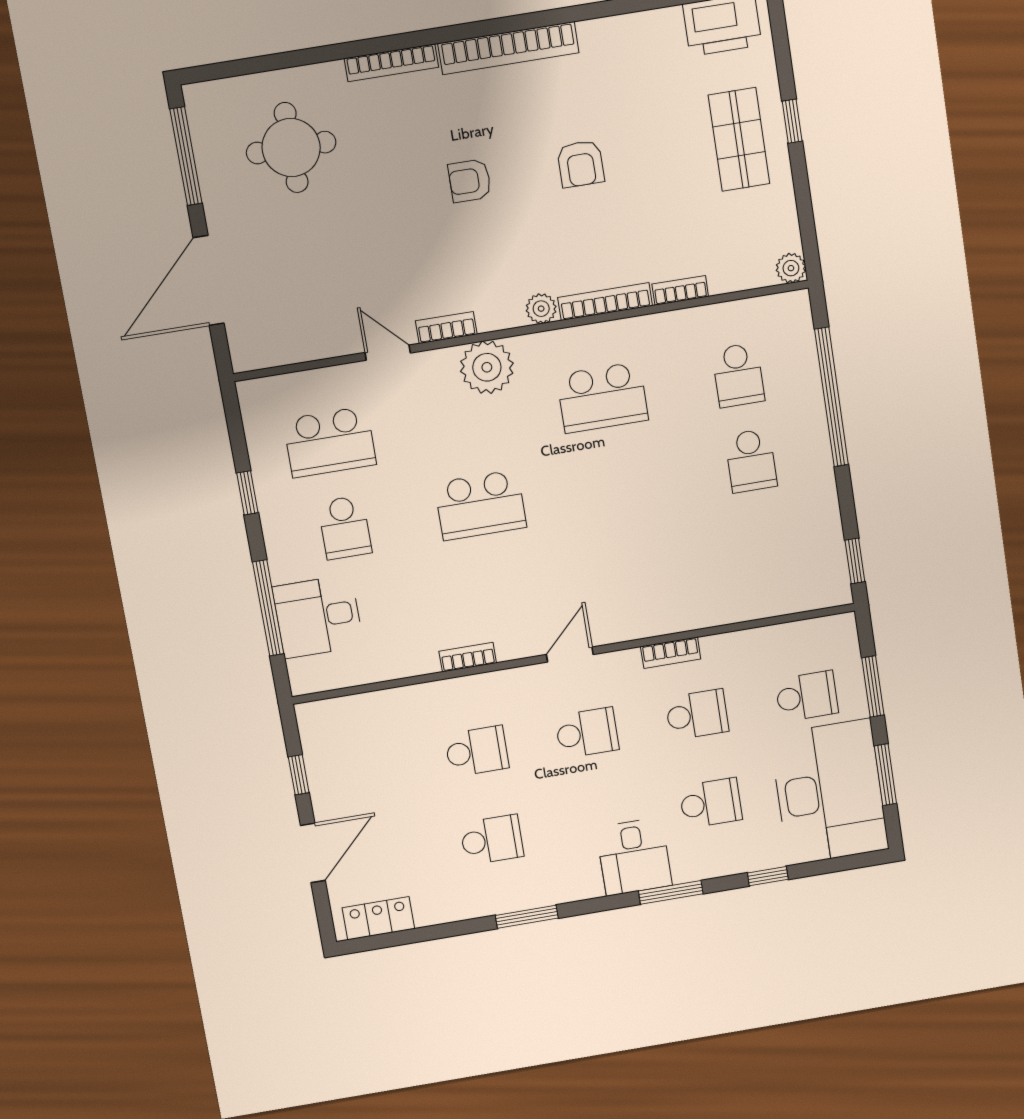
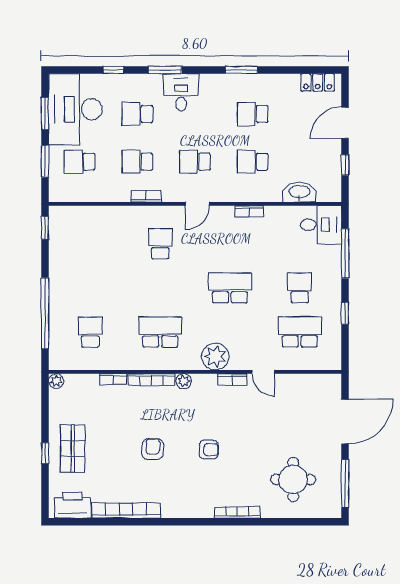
bookcase: (508, 48) -> (126, 510), moved
school desk: (751, 461) -> (160, 244), moved
desk: (318, 617) -> (321, 225), moved
washbasin: (378, 709) -> (299, 192), added

